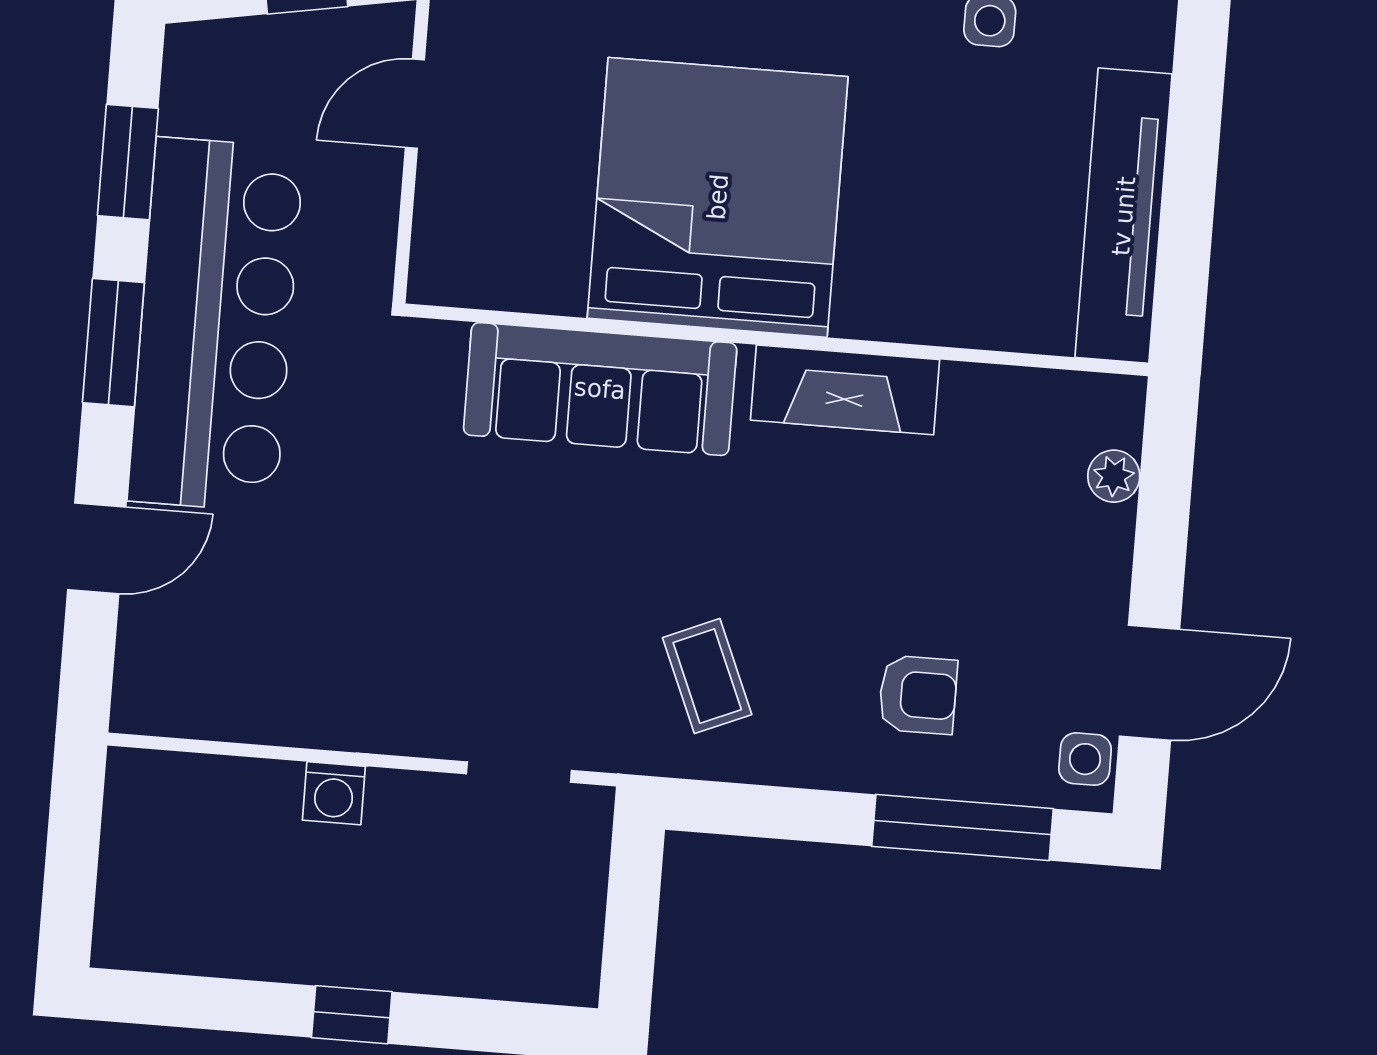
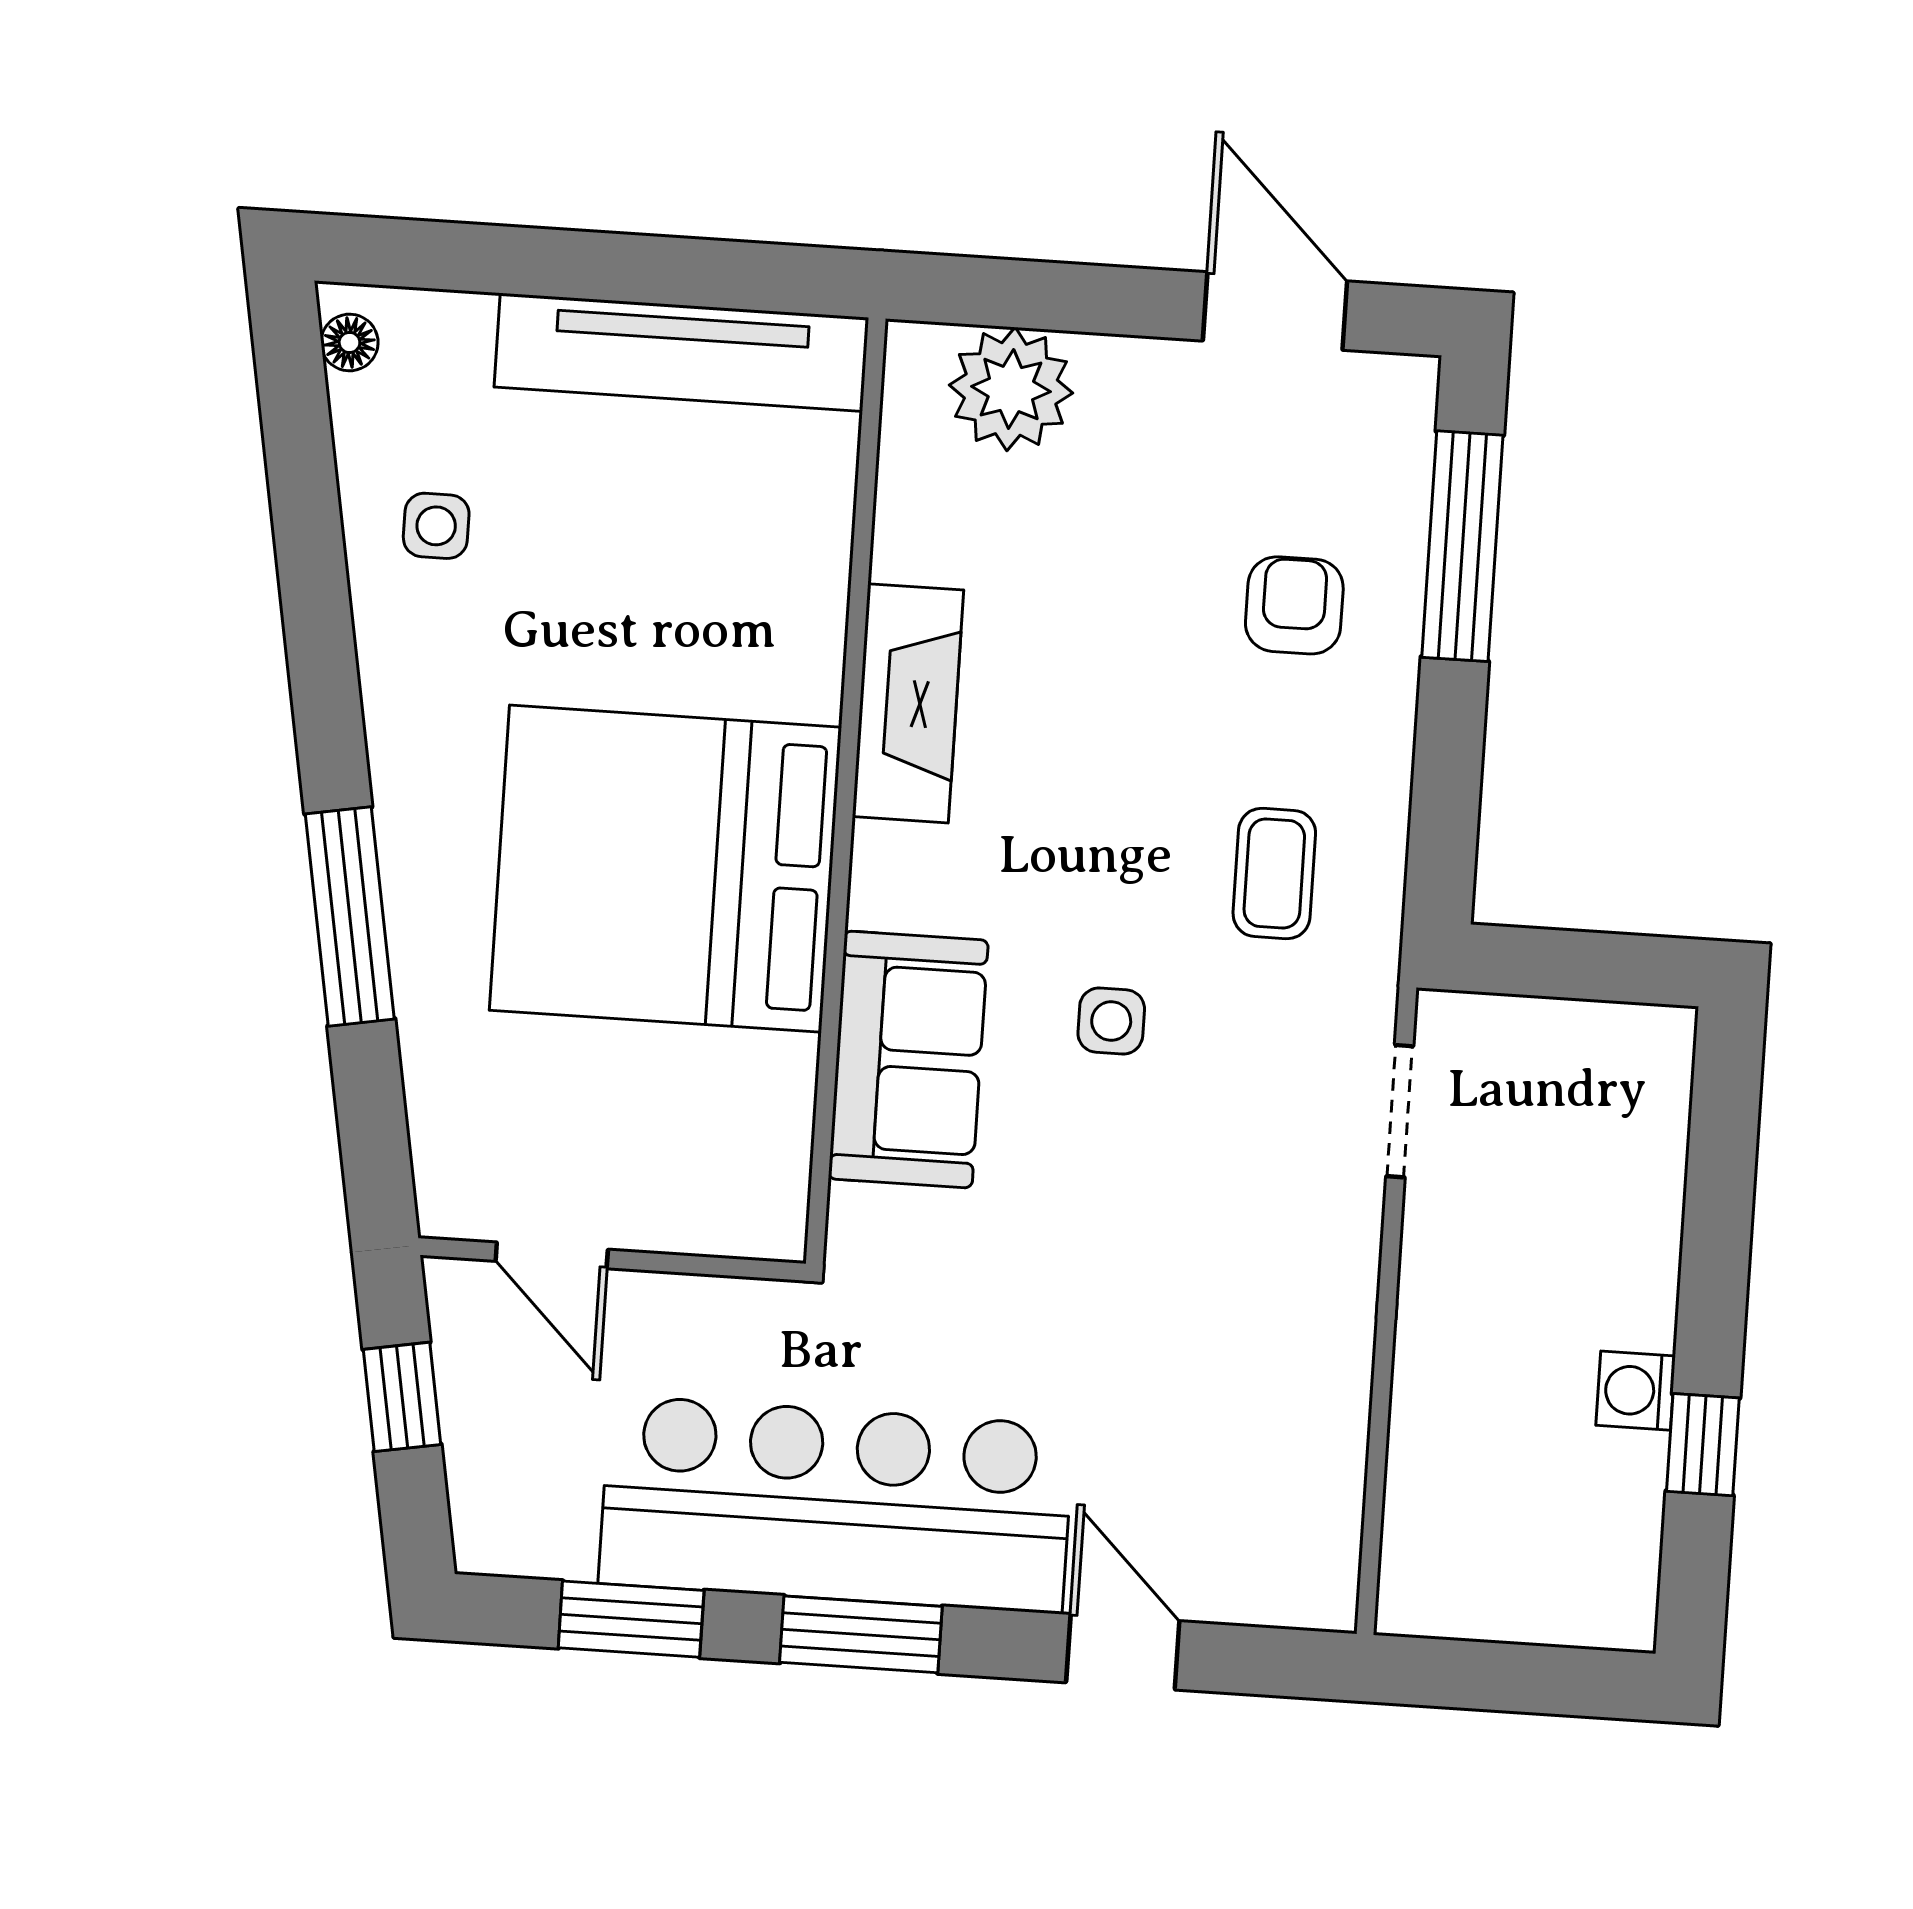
sofa: (600, 389) -> (908, 1059), width x0.73
plant: (1114, 476) -> (1011, 389), width x1.87, depth x1.87
coffee table: (707, 676) -> (1274, 874), turned -67
side table: (1085, 759) -> (1111, 1021), moved
washing machine: (334, 793) -> (1636, 1391), moved, turned 180
window: (352, 1015) -> (1703, 1445), moved

